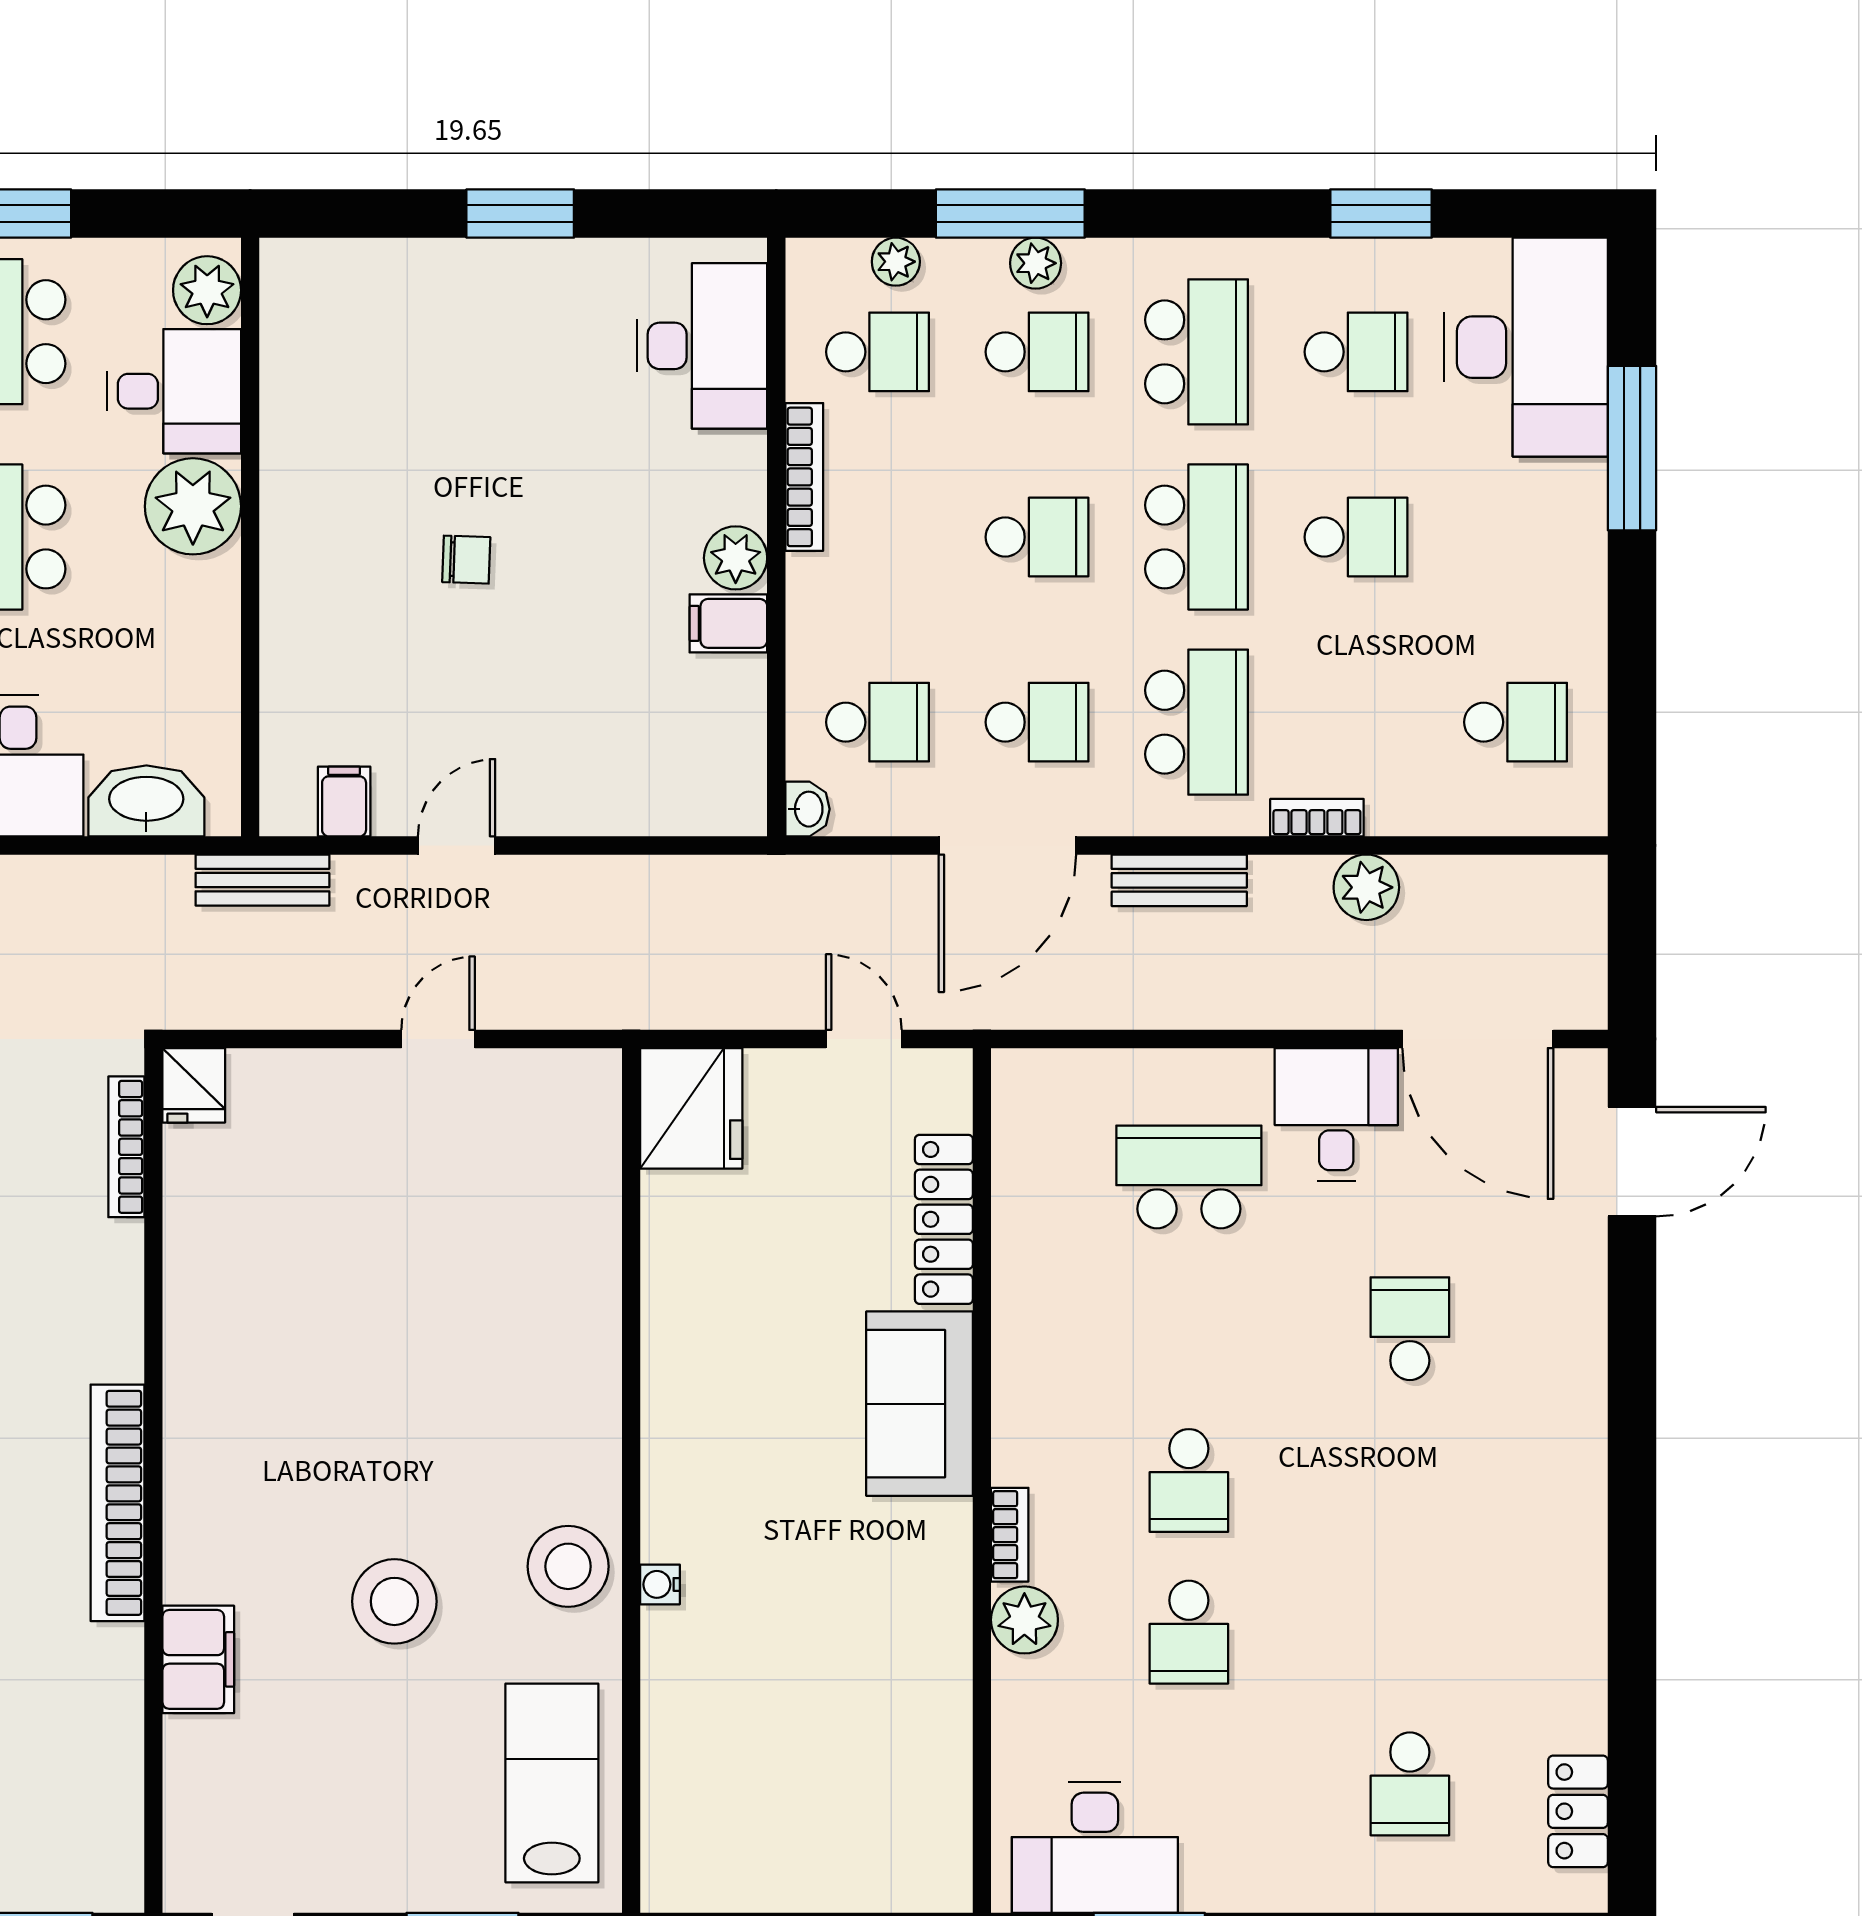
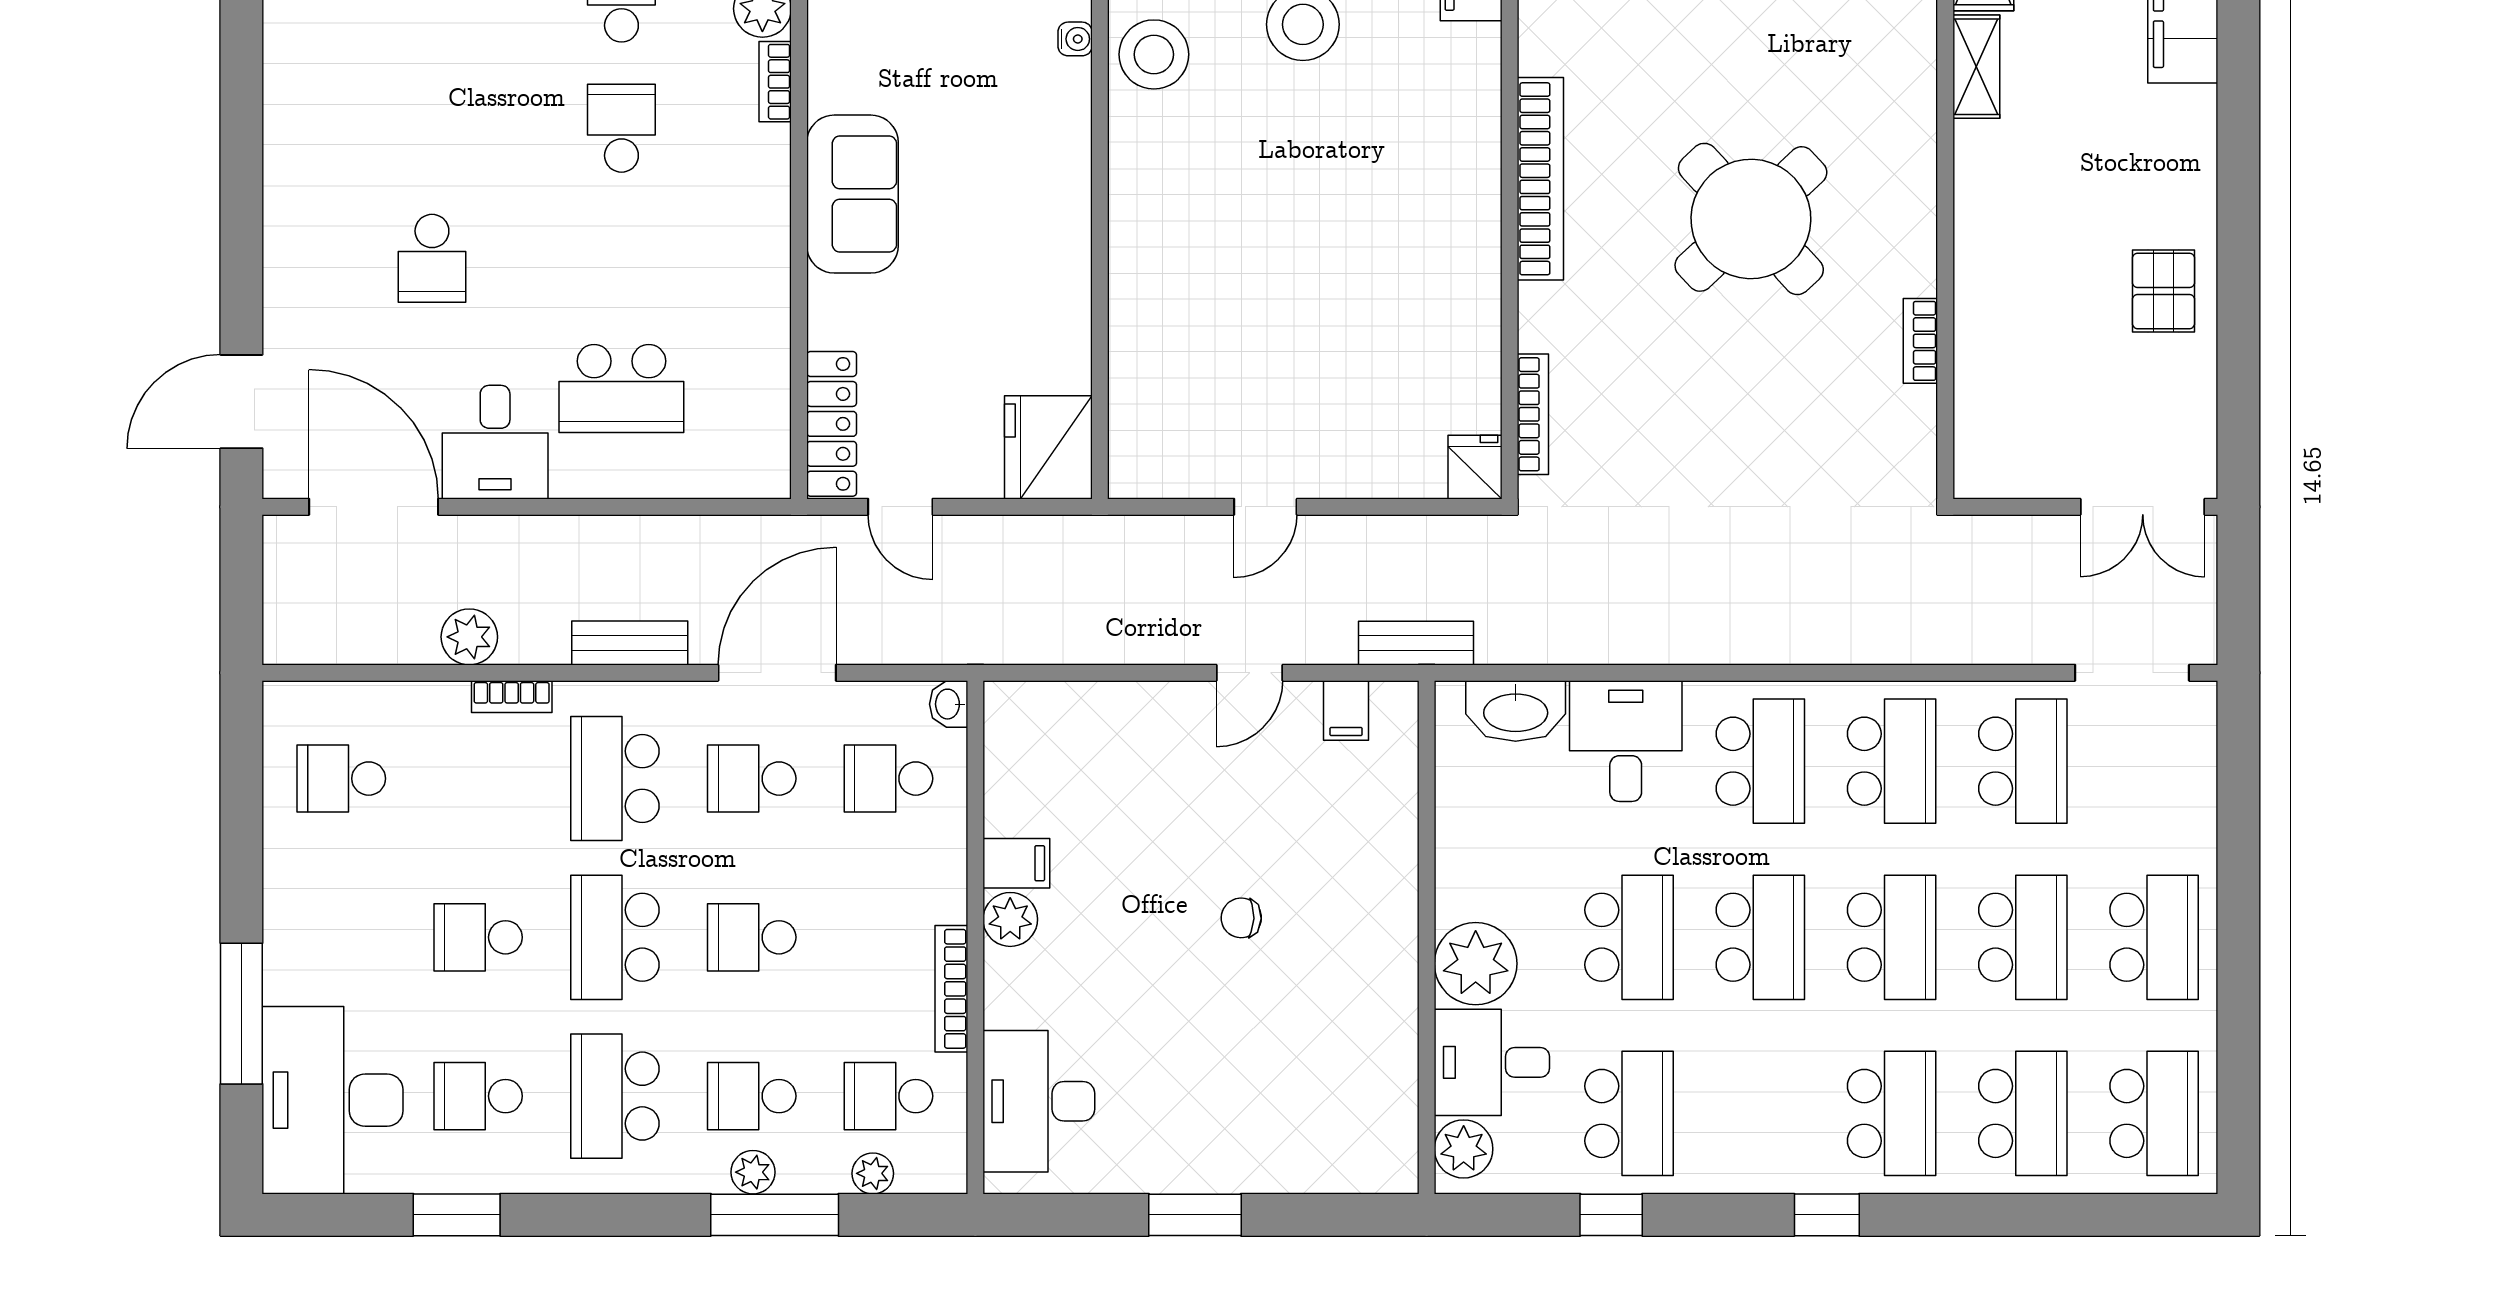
locker: (944, 1219) -> (832, 424), moved
bookcase: (117, 1503) -> (1540, 179), moved

